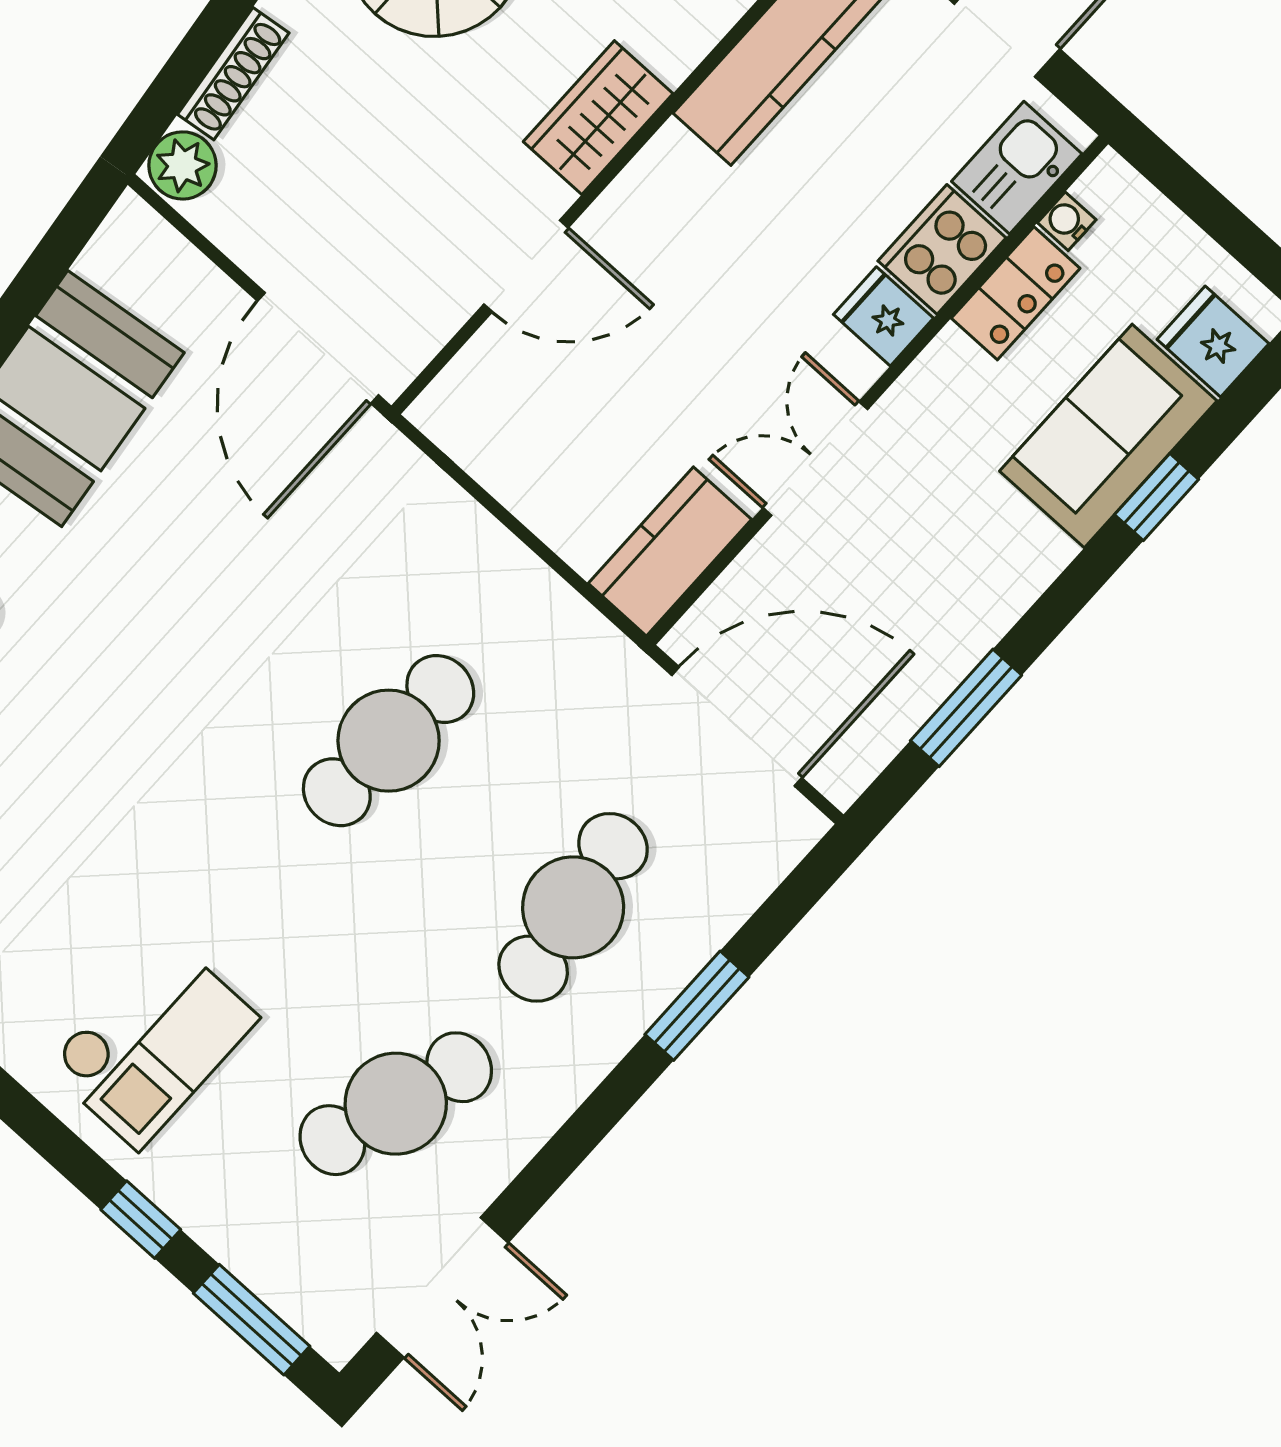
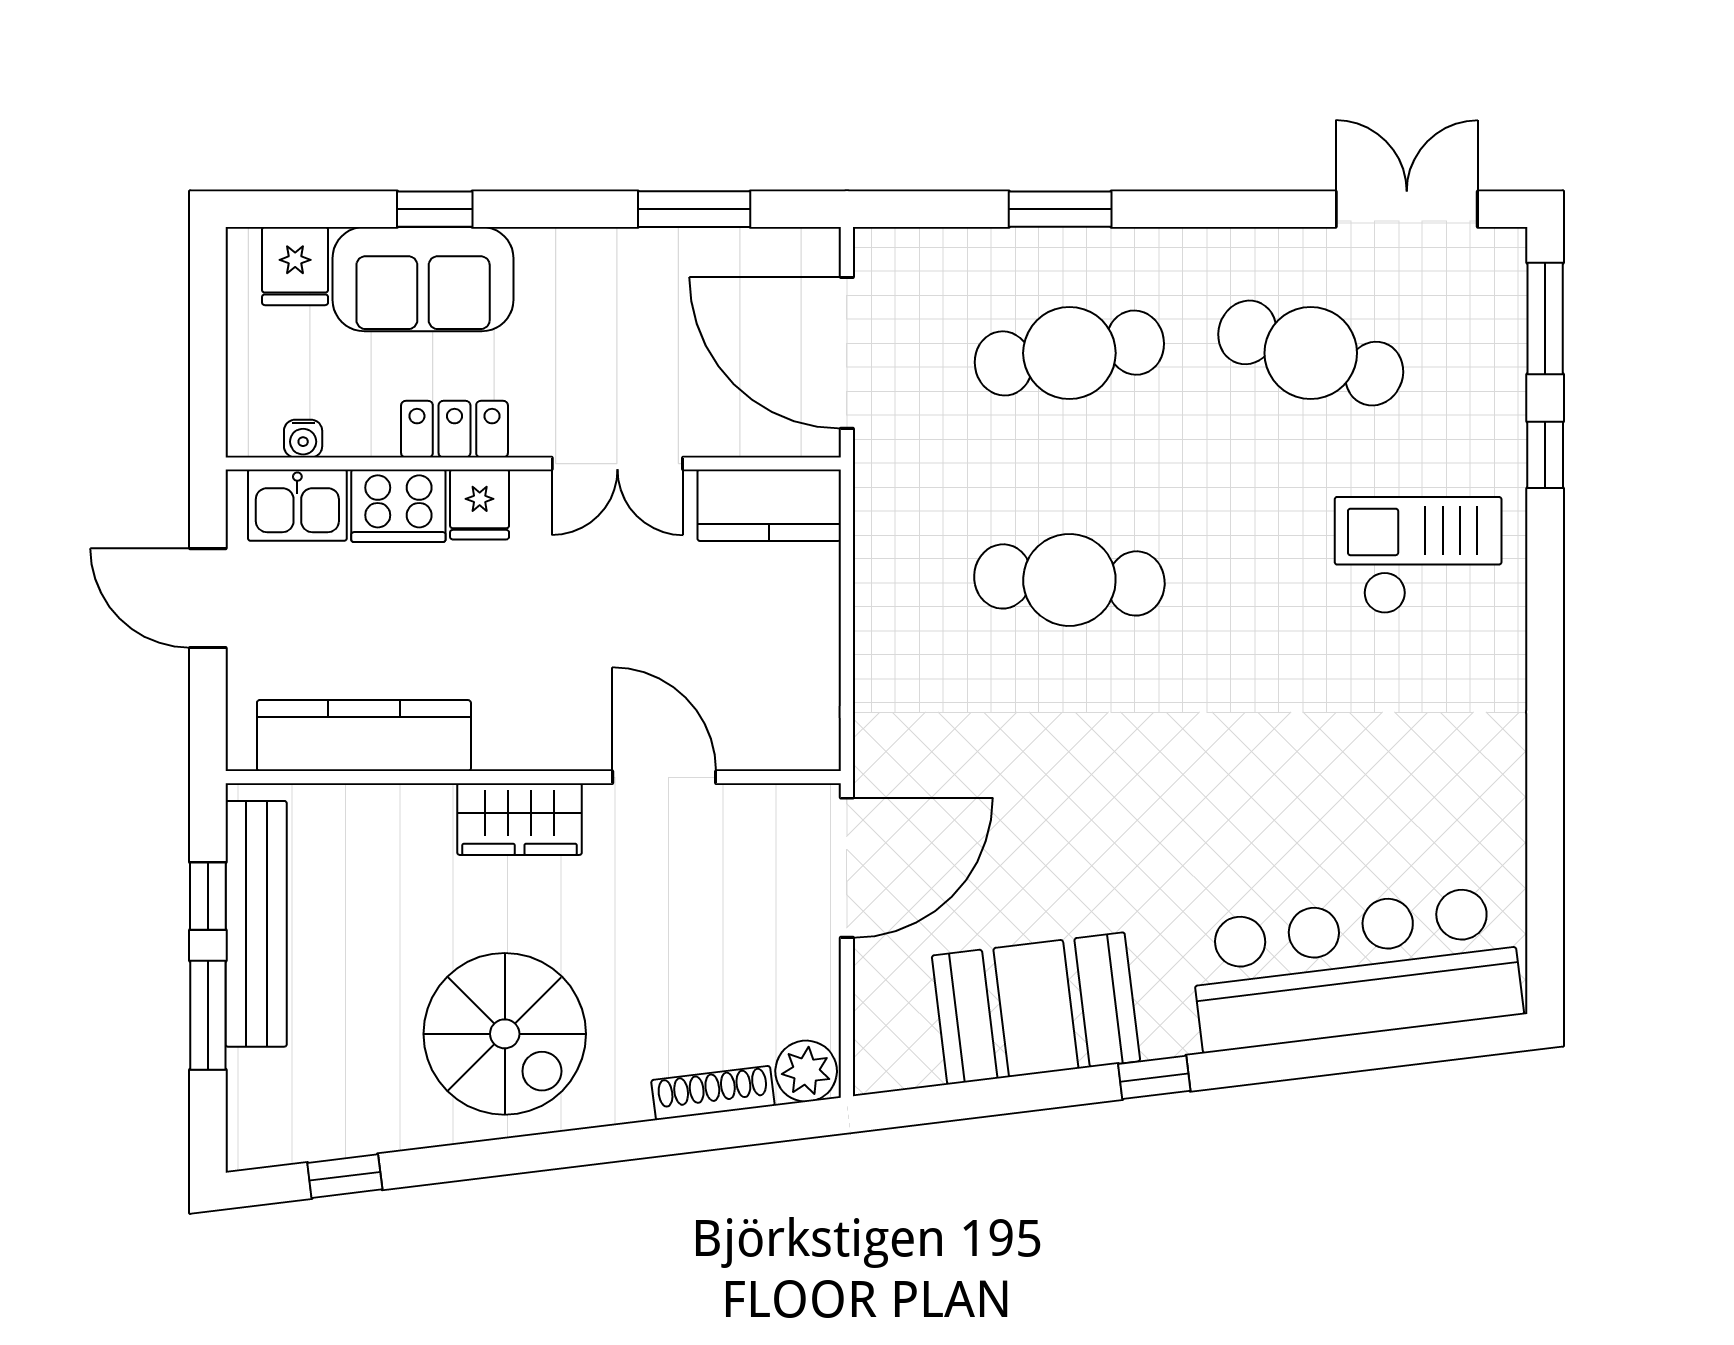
locker: (1016, 293) -> (454, 429), moved

